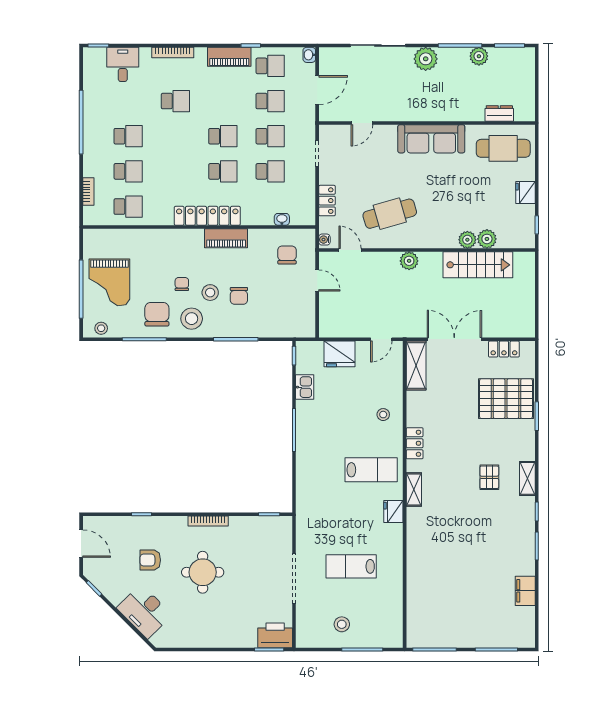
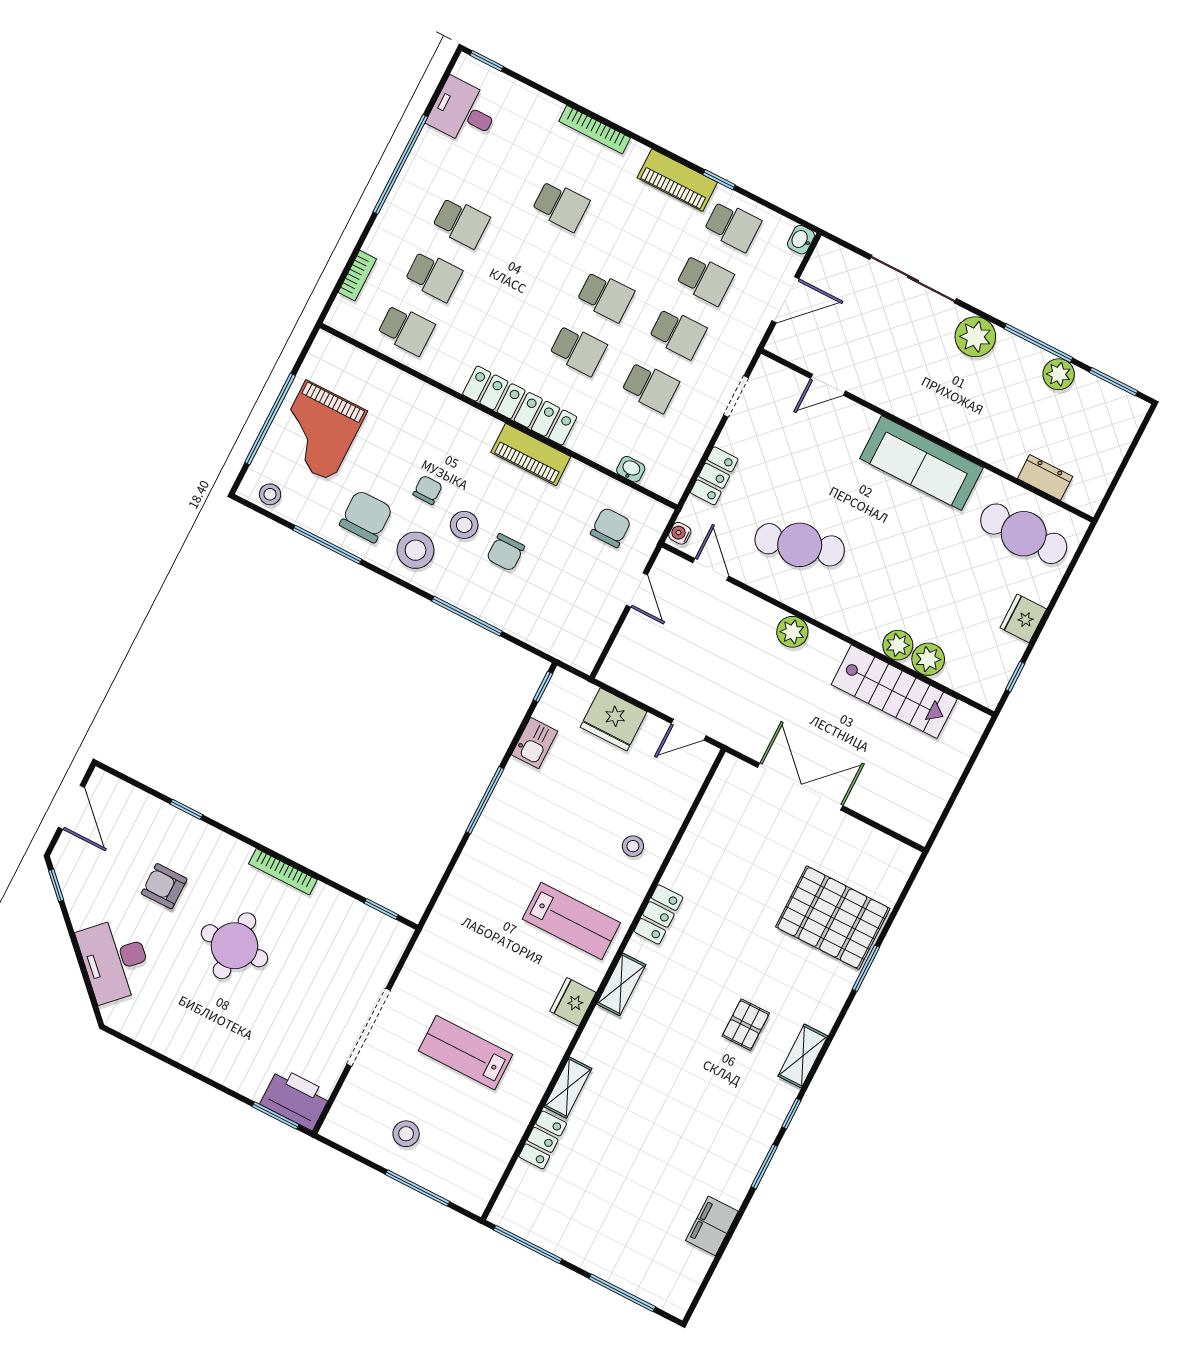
desk: (123, 64) -> (463, 112), moved, turned -90
locker: (504, 349) -> (543, 1140), moved, turned -90
shelving: (416, 365) -> (568, 1088), moved, width x0.67, depth x0.75

